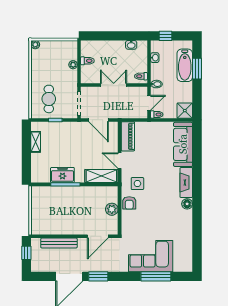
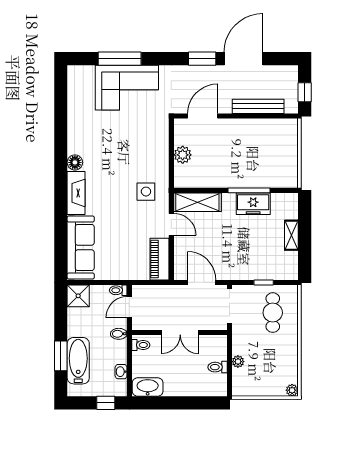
washbasin: (131, 45) -> (148, 387), width x1.91, depth x1.45
shelving: (36, 142) -> (291, 235), moved
armchair: (129, 203) -> (158, 164), removed

